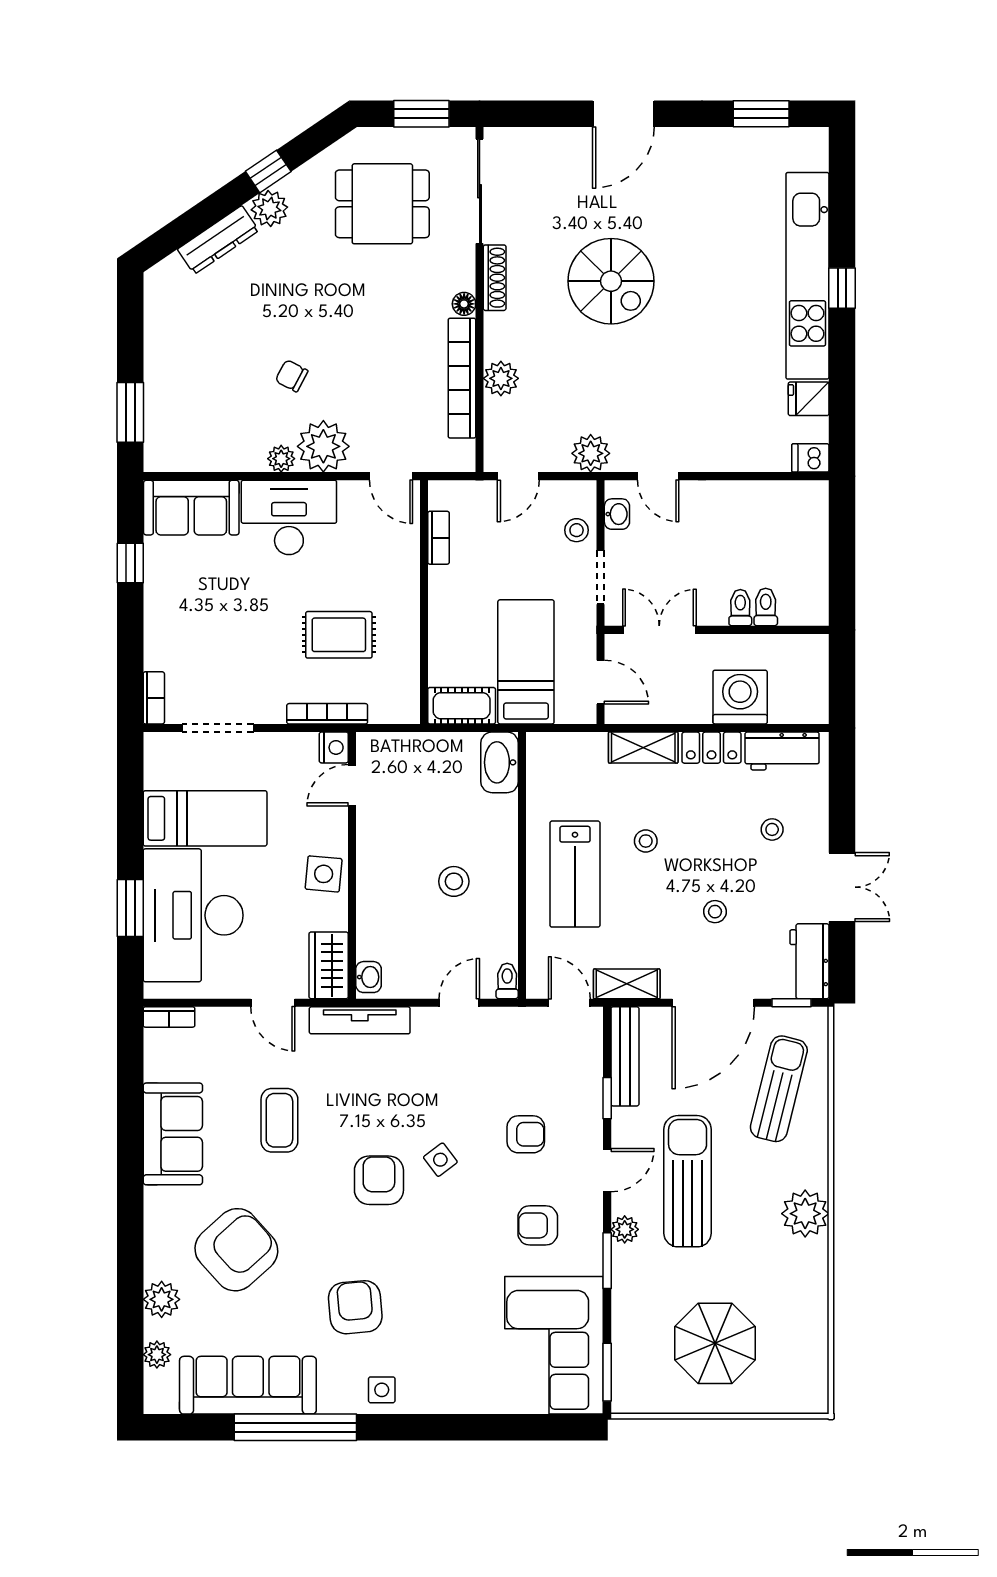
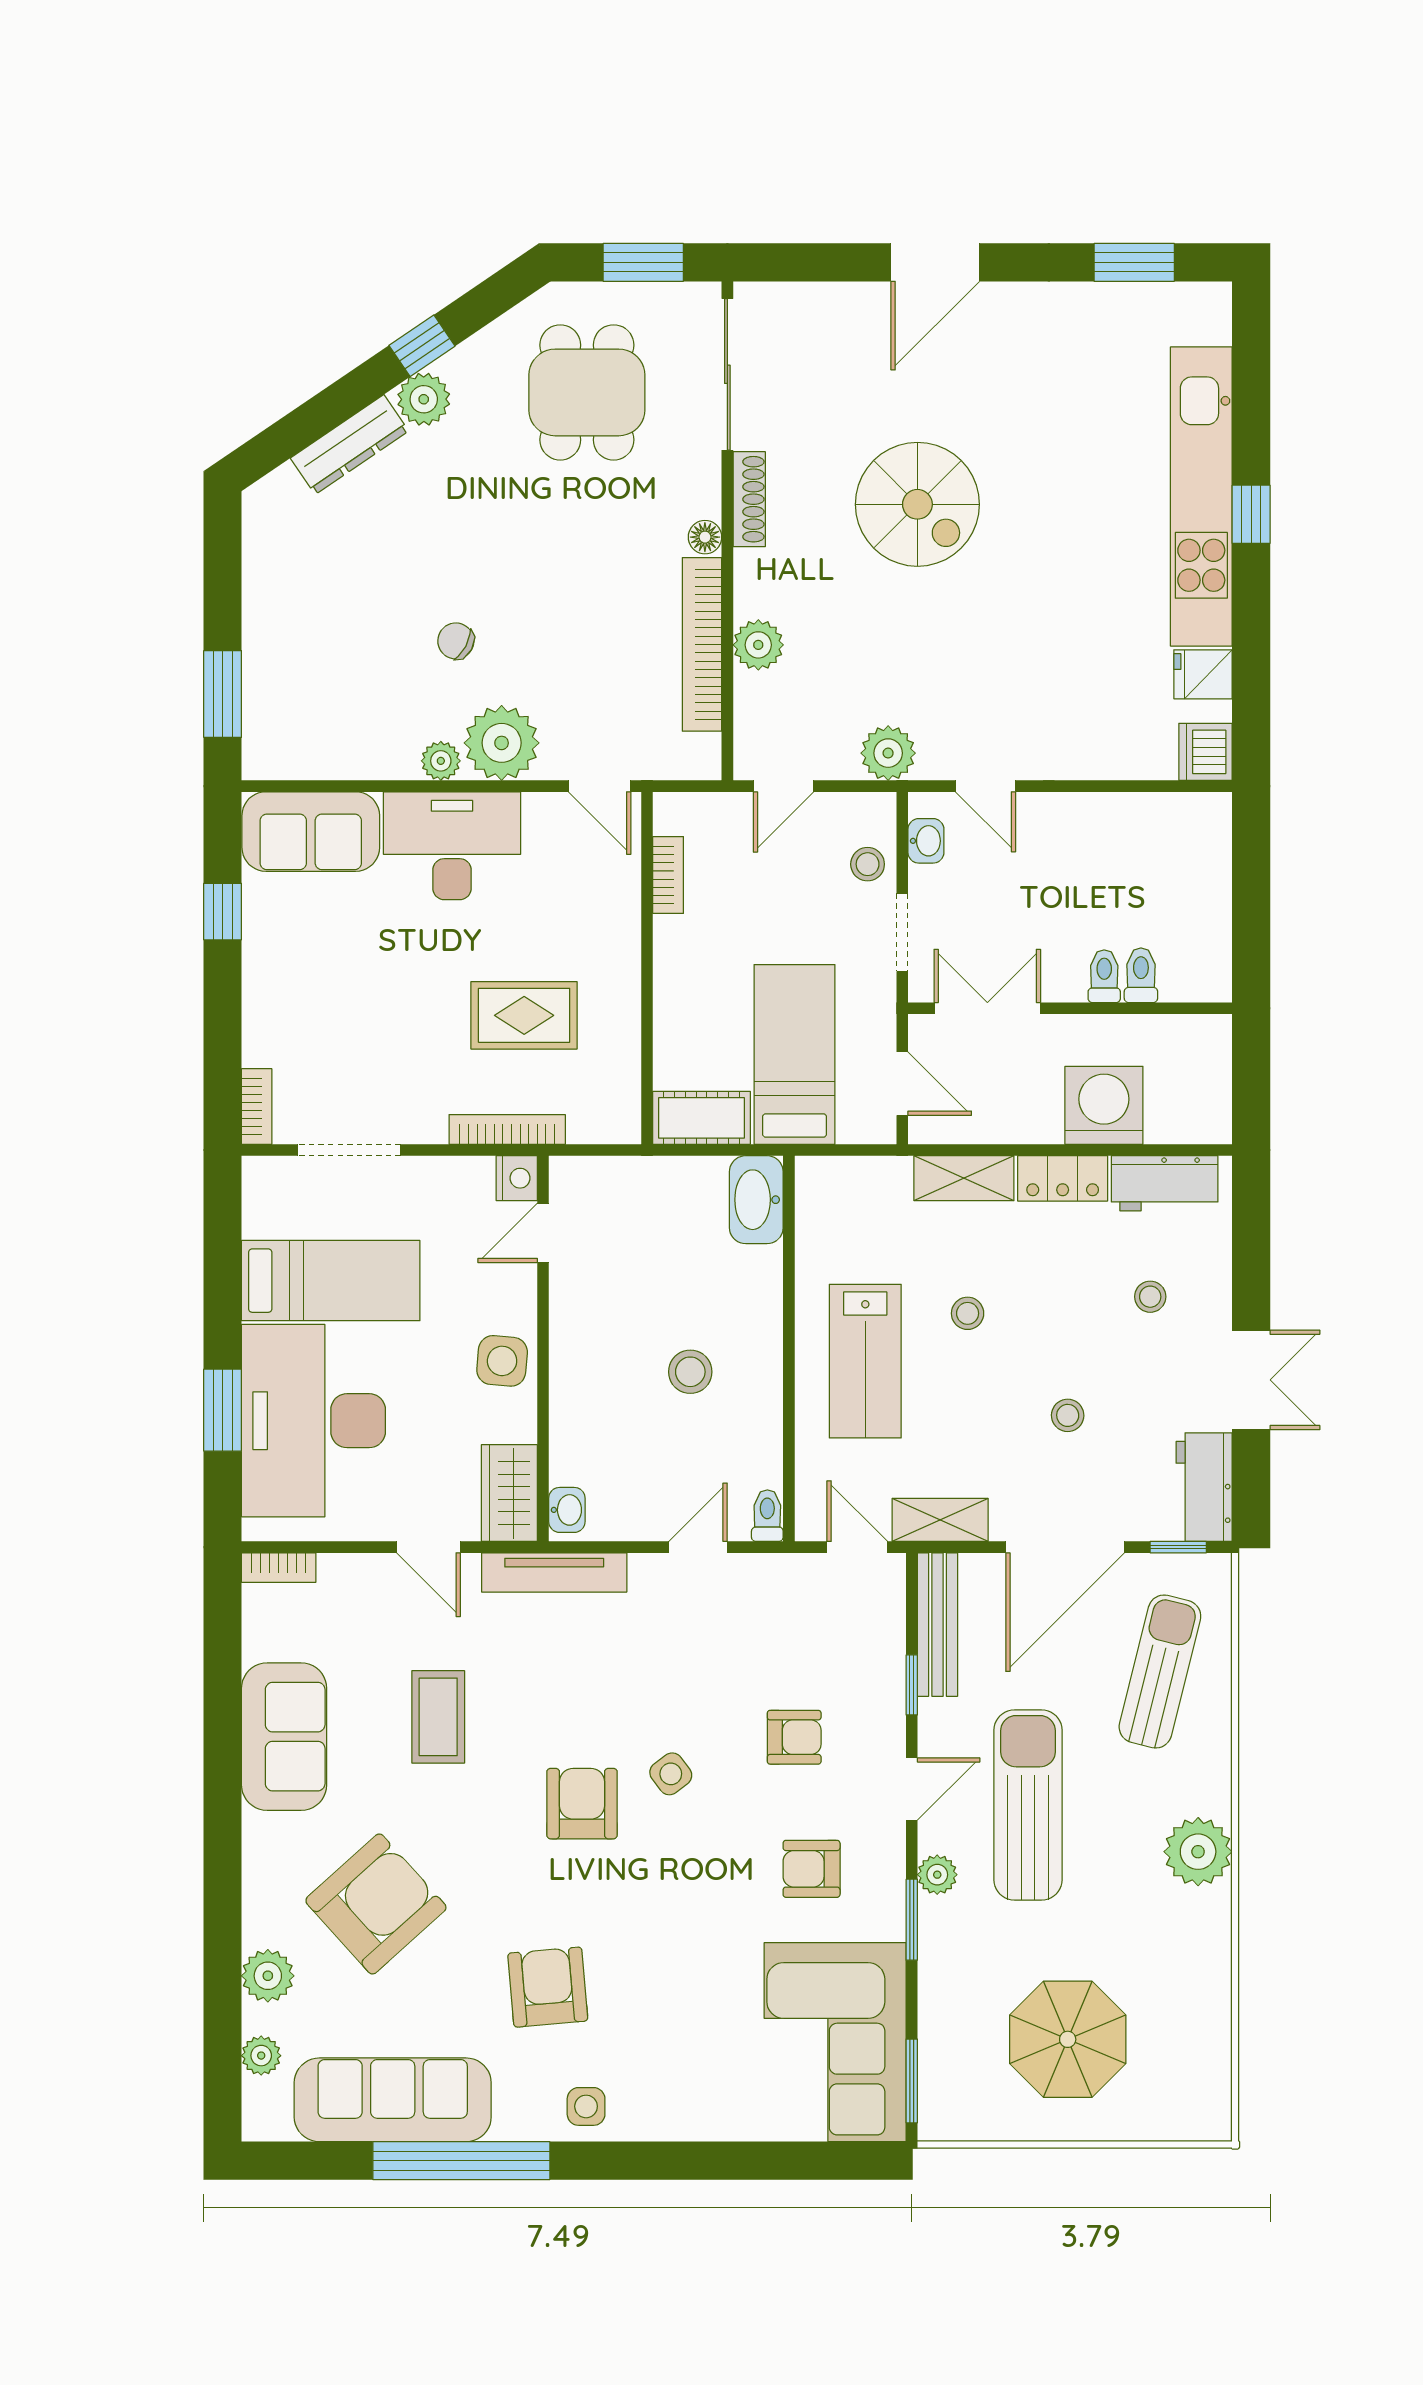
dining table: (382, 204) -> (587, 392), turned 90
dishwasher: (810, 458) -> (1205, 752), width x1.38

